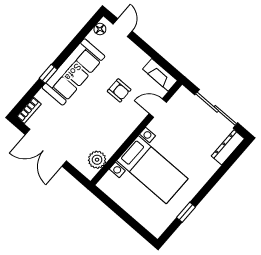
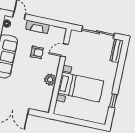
fireplace: (160, 75) -> (37, 27), moved
plant: (97, 160) -> (50, 80), moved

